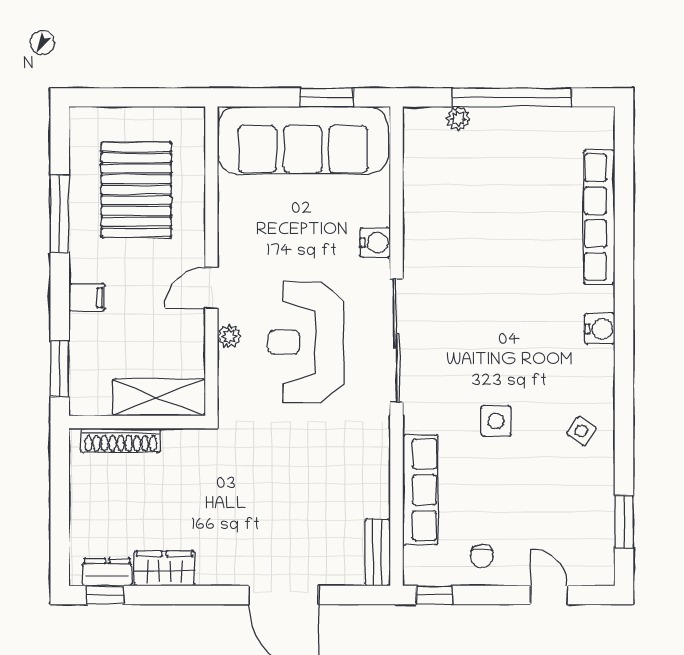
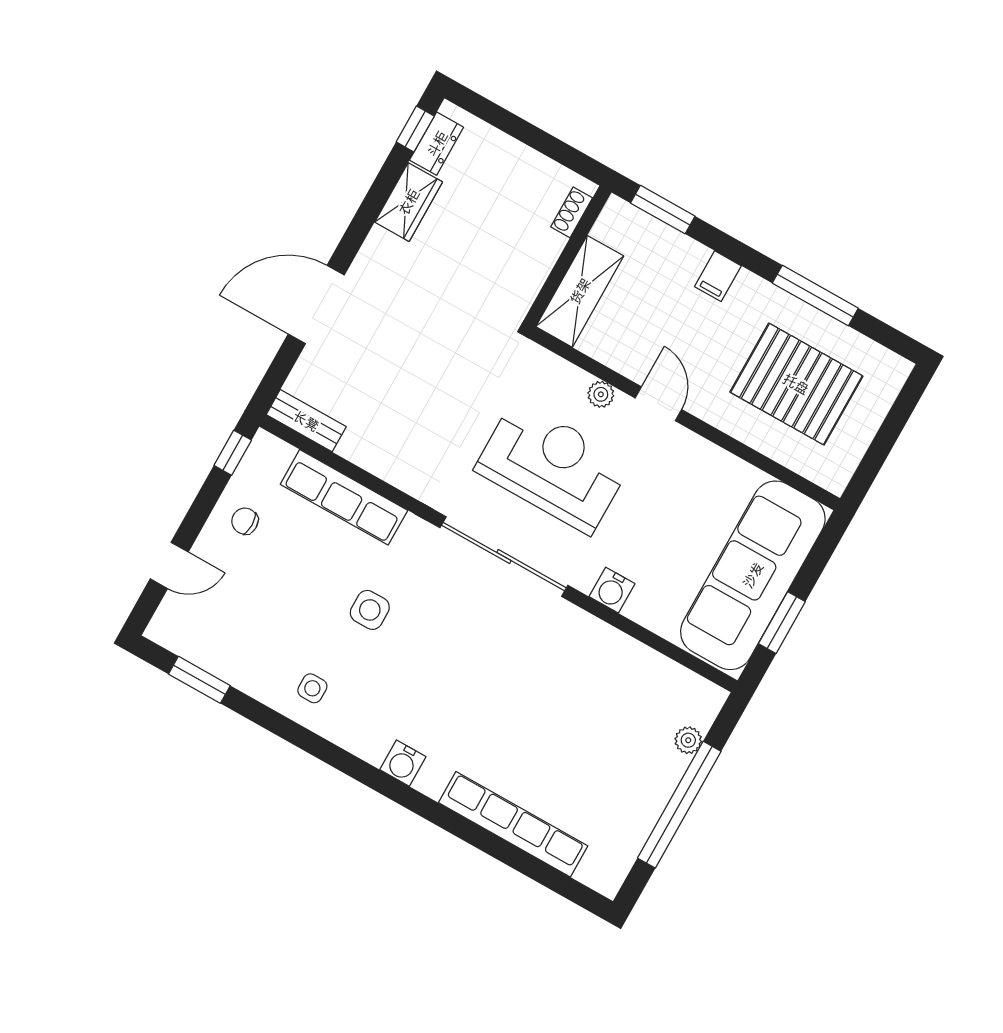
side table: (581, 431) -> (312, 688), turned -35
shoe rack: (121, 440) -> (572, 212), width x0.51, depth x0.81

